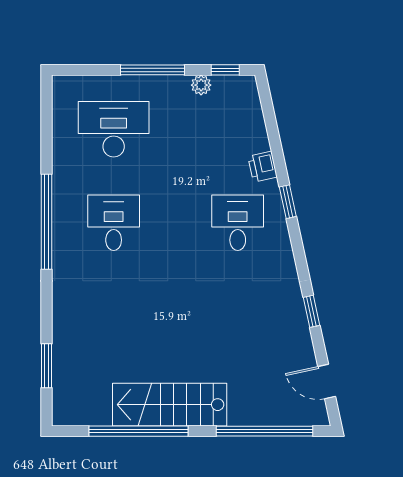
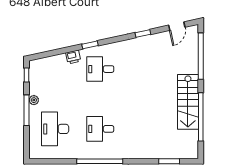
plant: (201, 85) -> (34, 100), moved

